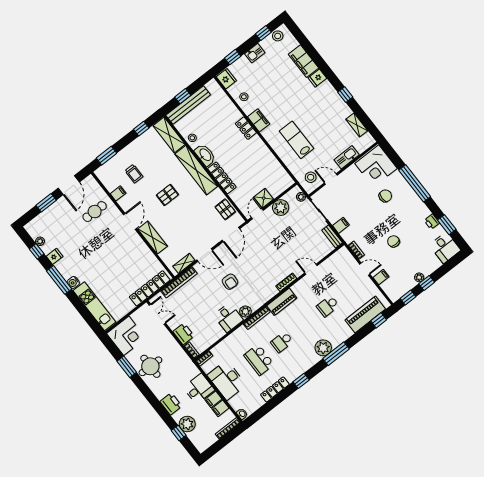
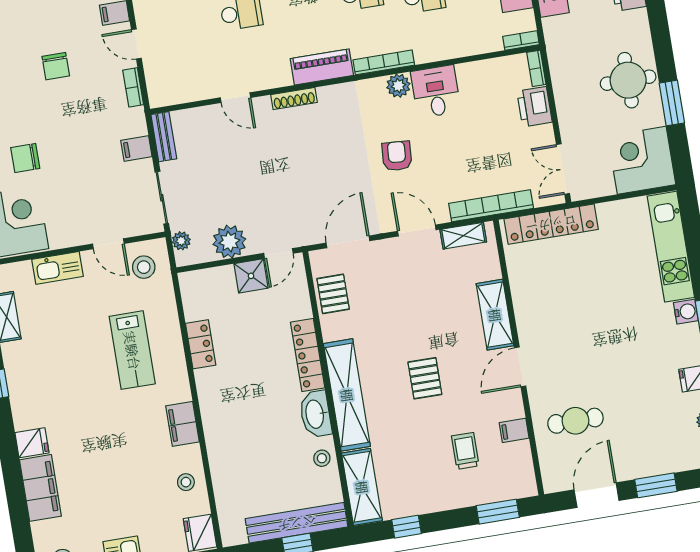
locker: (246, 128) -> (201, 344), moved
pallet: (167, 195) -> (425, 378), turned 90

